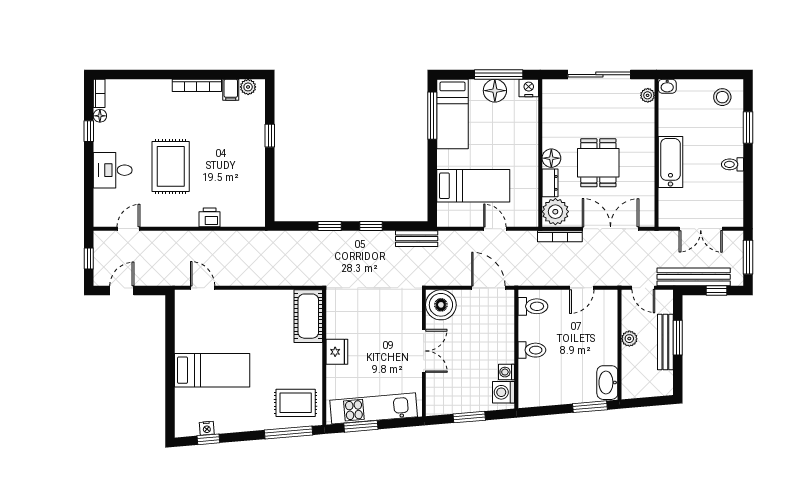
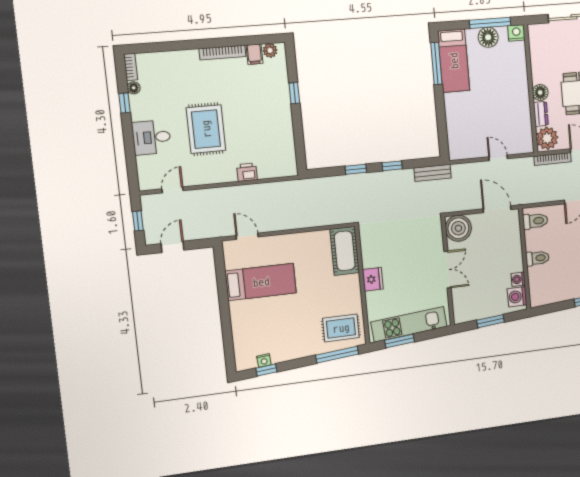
bed: (473, 186) -> (477, 122), removed
bed: (212, 370) -> (261, 282), moved

